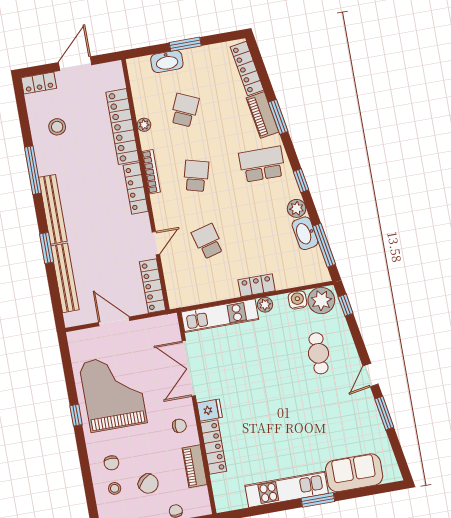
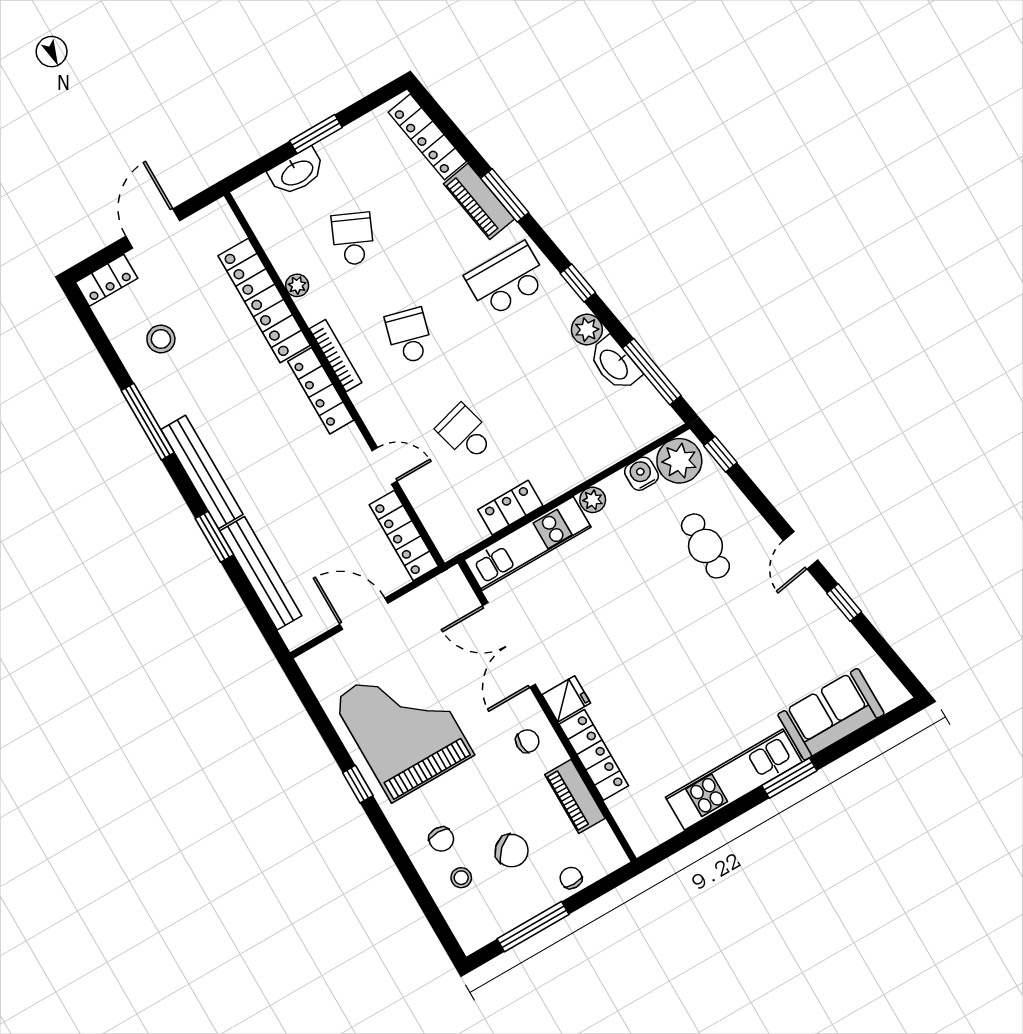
door: (156, 243) -> (384, 466), hinge flipped
locker: (257, 285) -> (510, 508), moved
window: (384, 413) -> (844, 603), width x0.67

